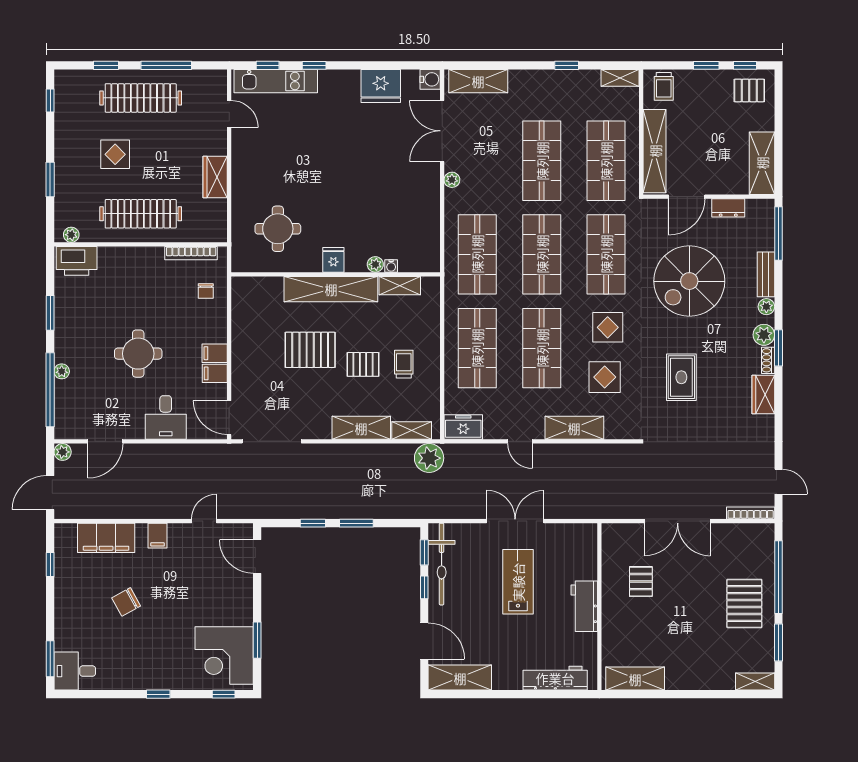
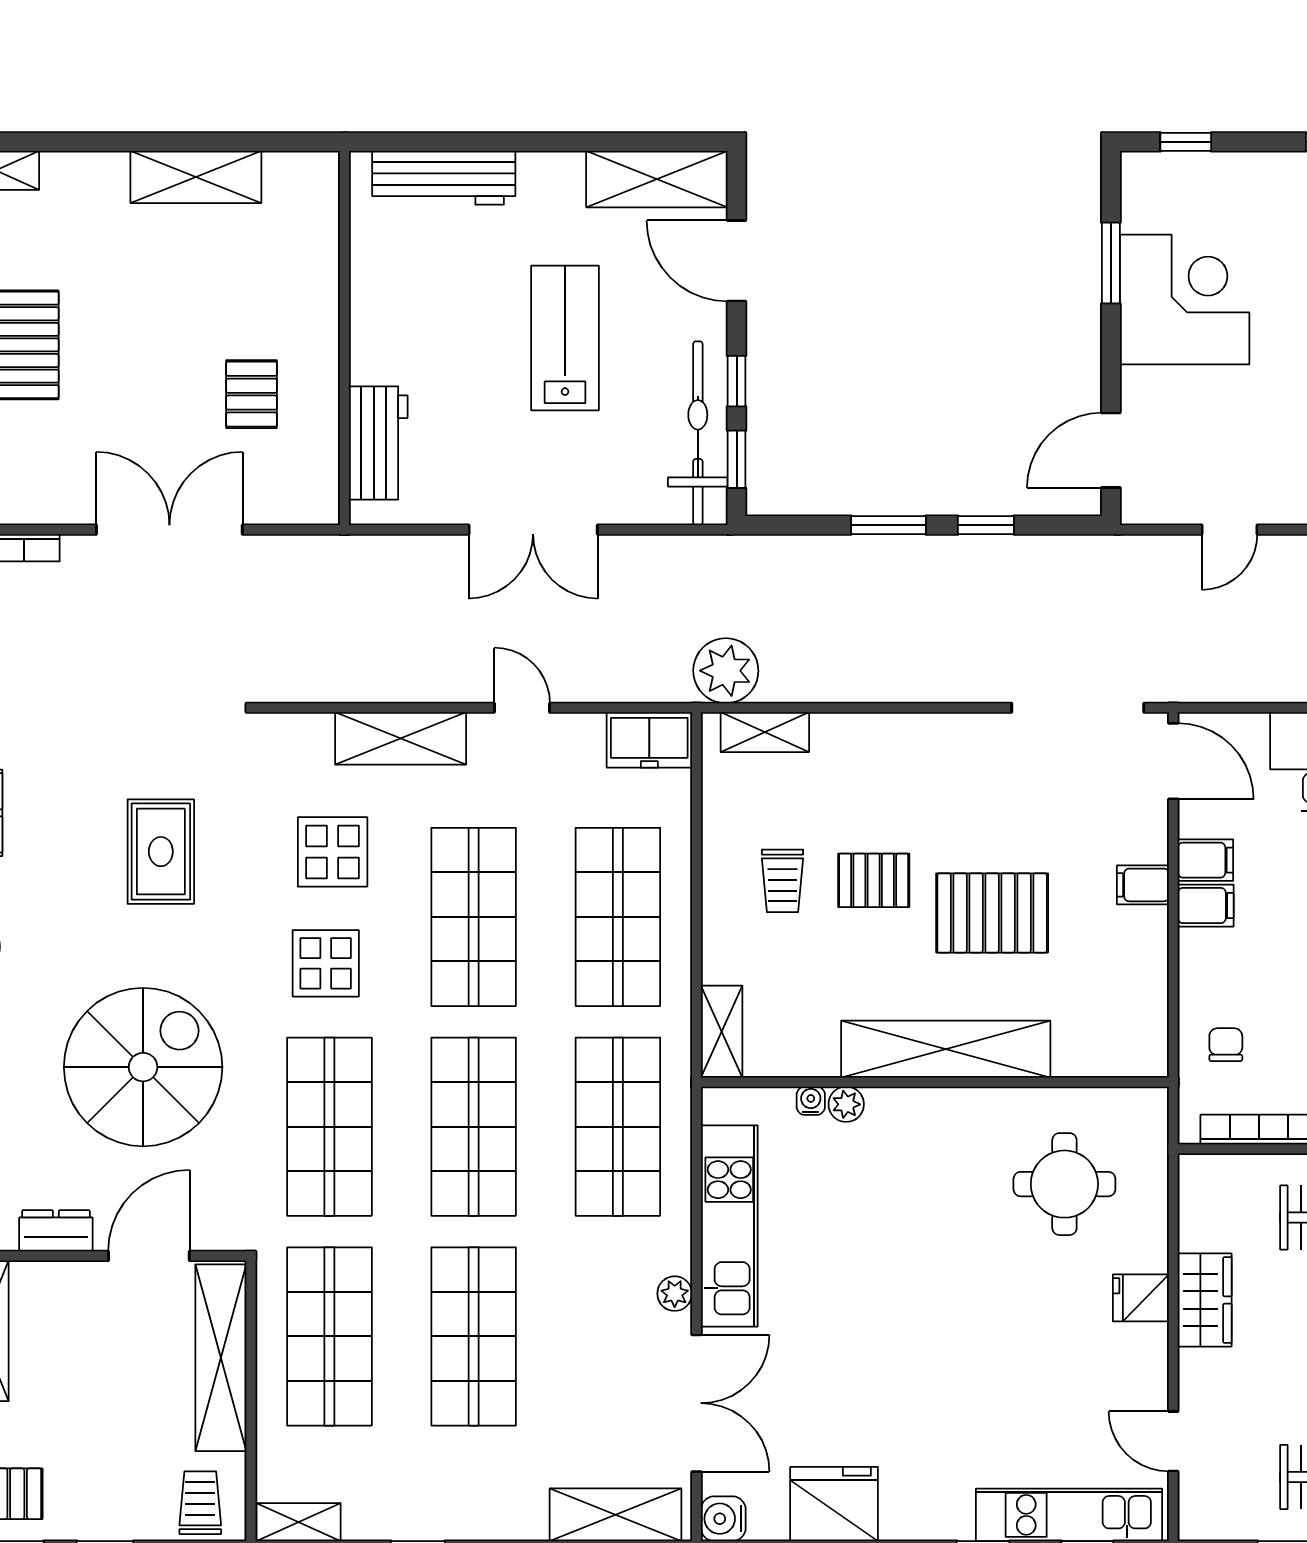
kitchen unit: (428, 210) -> (729, 1226), added
fridge: (333, 260) -> (1141, 1298), moved, turned 90
shelving: (400, 286) -> (722, 1032), moved, turned 90
filing cabinet: (243, 362) -> (1143, 885), added
shelving: (361, 428) -> (878, 738), removed
door: (257, 557) -> (1111, 450), swing flipped
lab bench: (518, 582) -> (565, 338), moved, turned 180
workbench: (584, 606) -> (378, 443), moved
corner desk: (224, 655) -> (1185, 300), moved
shelving: (635, 679) -> (196, 177), moved

